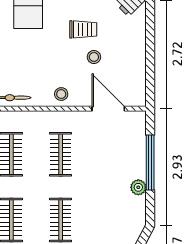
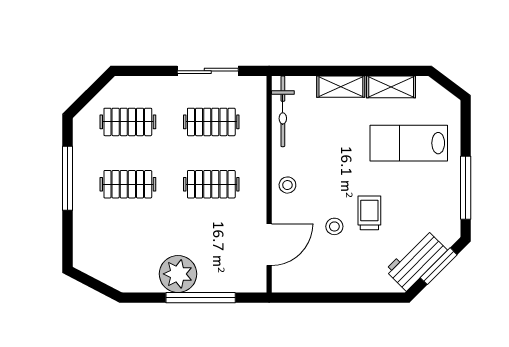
trolley: (83, 29) -> (369, 213), turned 180
plant: (138, 187) -> (178, 274), width x1.88, depth x1.88

